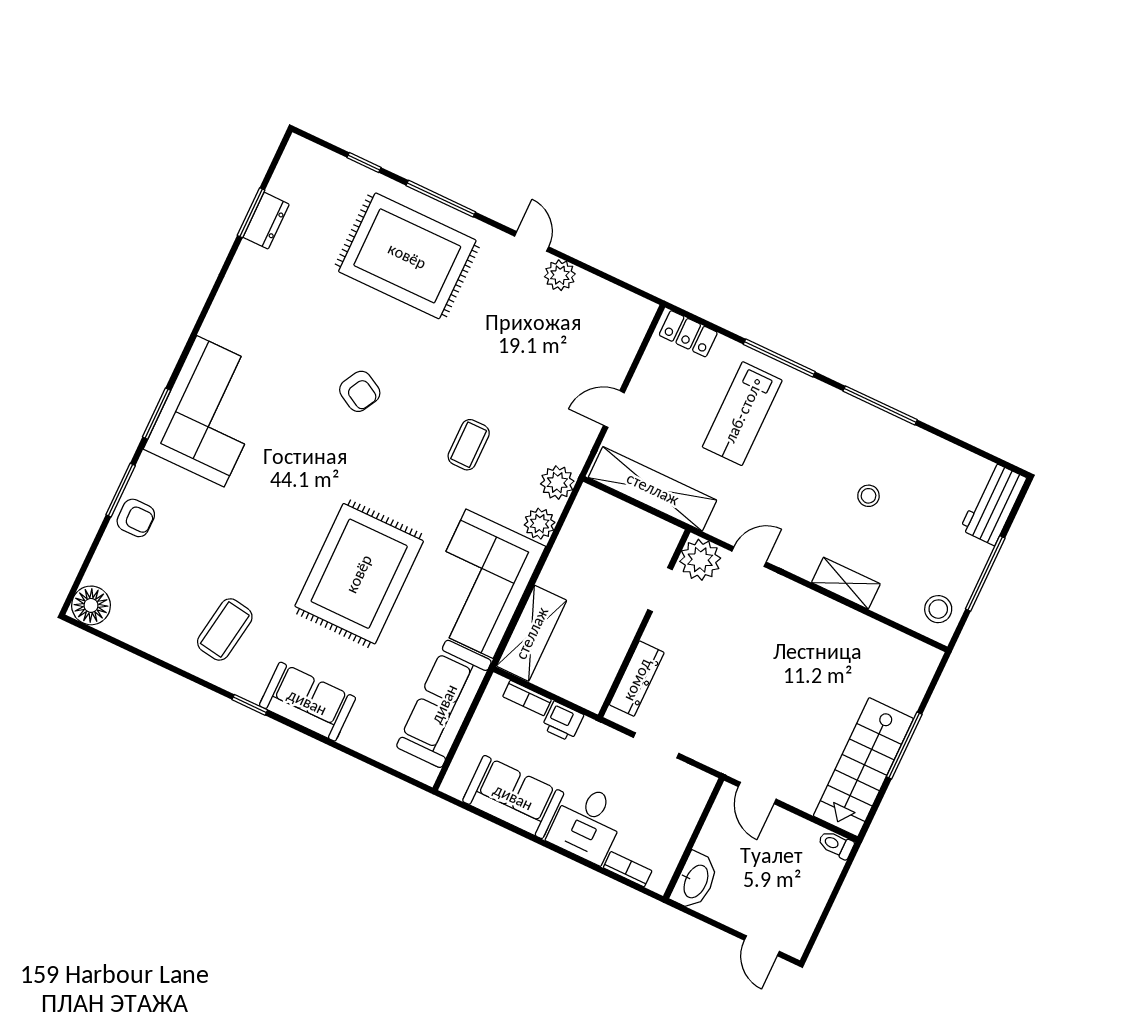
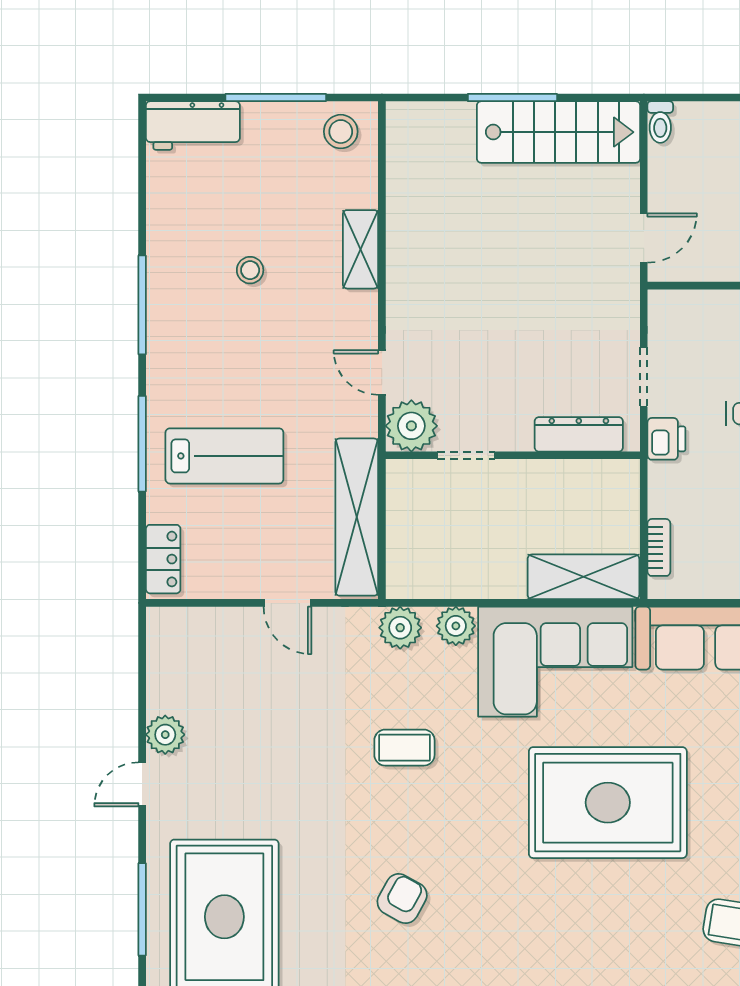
printer: (563, 721) -> (666, 439), moved

